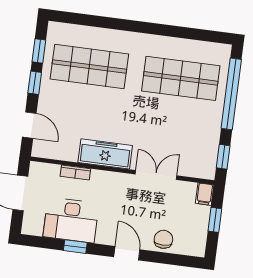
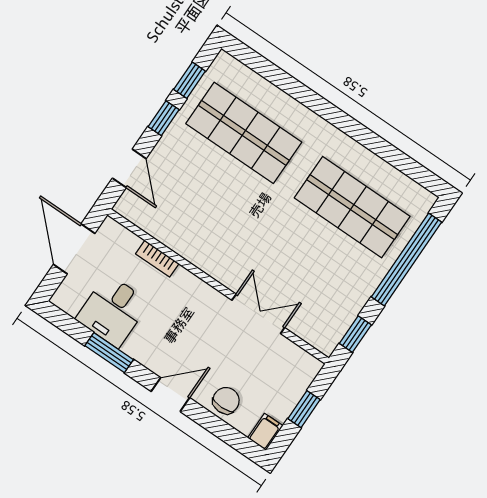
freezer: (105, 154) -> (207, 254), removed
filing cabinet: (205, 194) -> (265, 432), moved, turned 180
desk: (71, 220) -> (113, 311), width x0.73
window: (75, 247) -> (109, 353), width x1.50
door: (127, 253) -> (170, 395), hinge flipped

